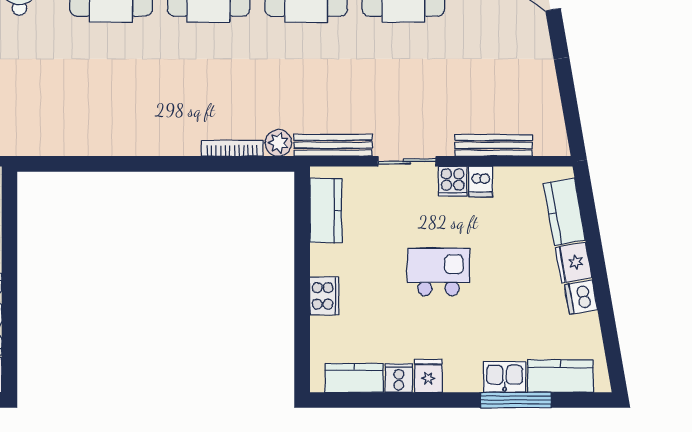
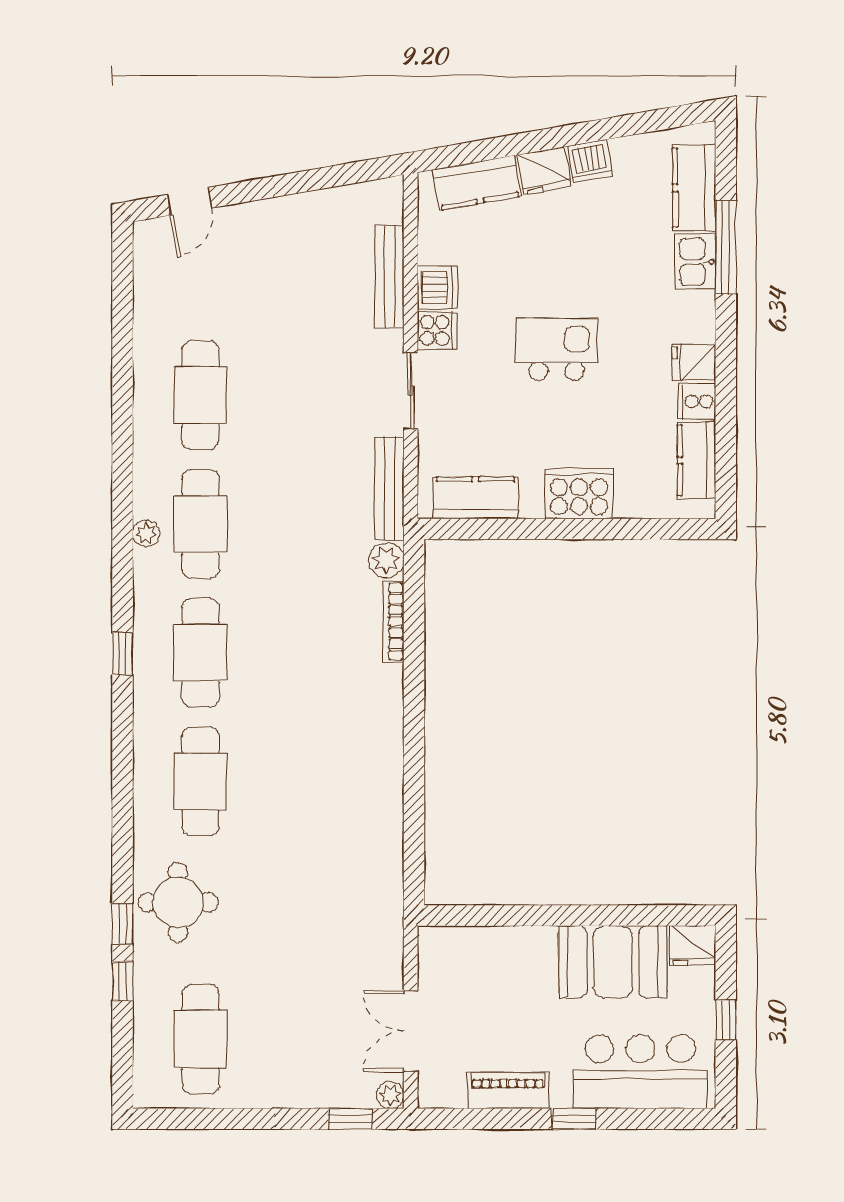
dishwasher: (481, 182) -> (437, 288), width x1.38
kitchen island: (438, 272) -> (557, 349), turned 90
cooker: (324, 296) -> (579, 494), width x1.37, depth x1.31

